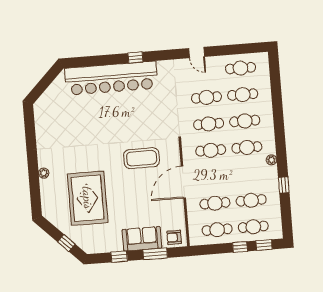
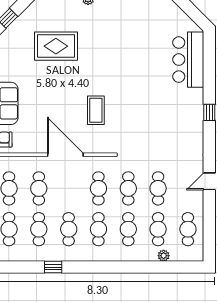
bar counter: (111, 78) -> (188, 60), width x0.54
coffee table: (142, 158) -> (96, 110), width x0.73, depth x0.76
plant: (271, 160) -> (164, 256), moved
cafe table: (249, 174) -> (69, 229), added
rug: (88, 198) -> (56, 46), width x0.73, depth x0.69

